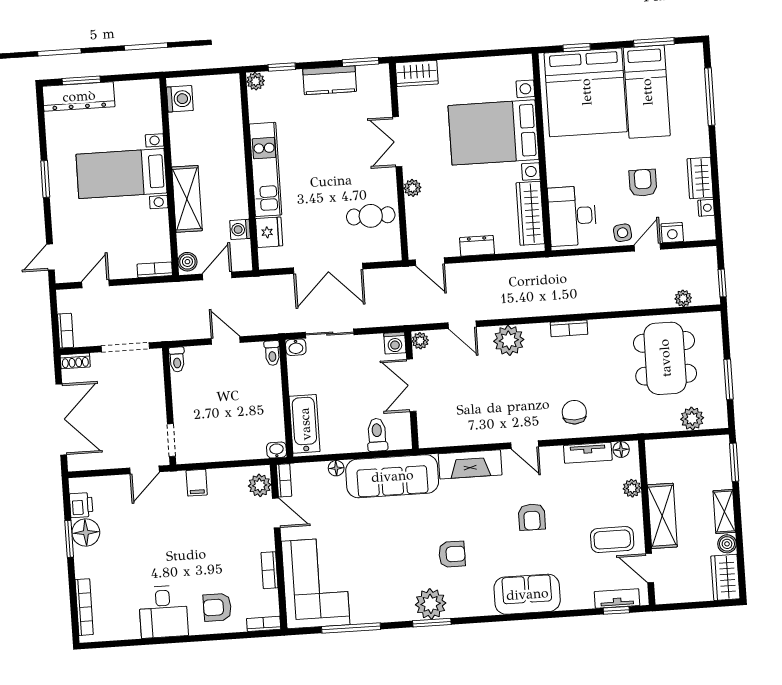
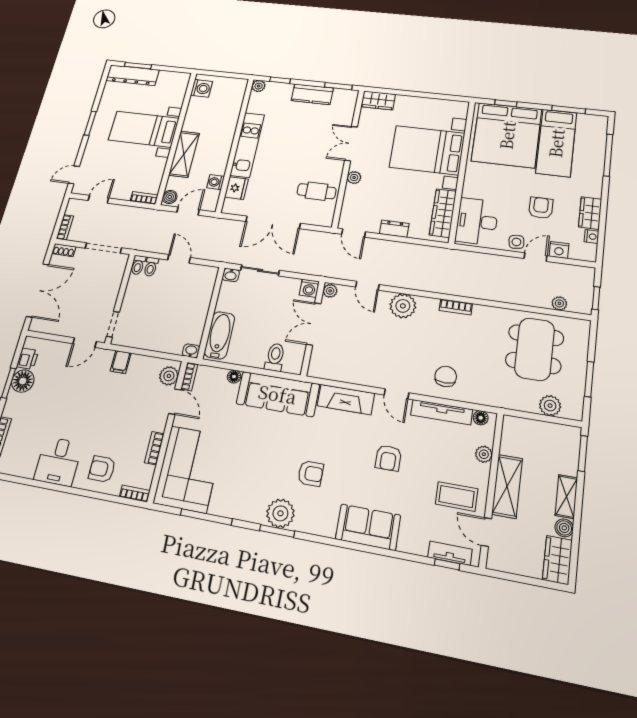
toilet: (272, 353) -> (151, 267), moved
tv unit: (588, 453) -> (442, 412), width x1.41

